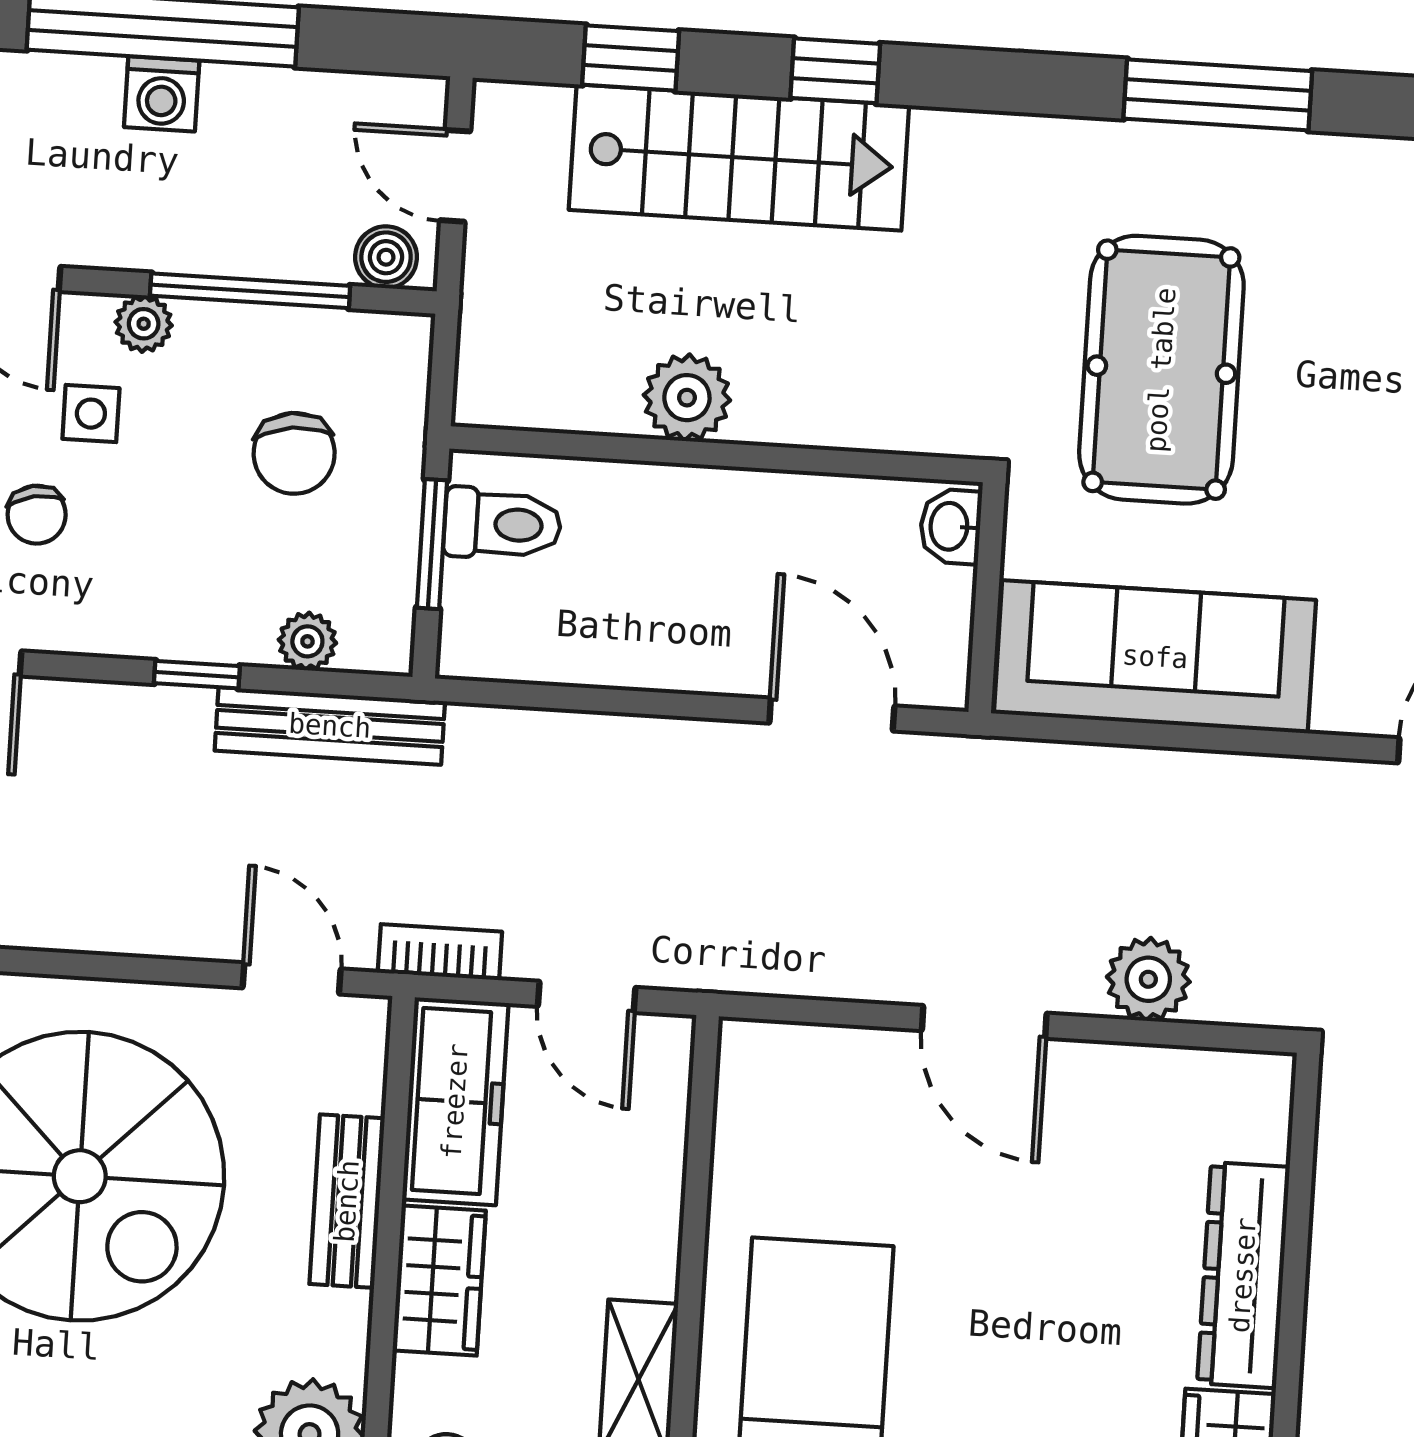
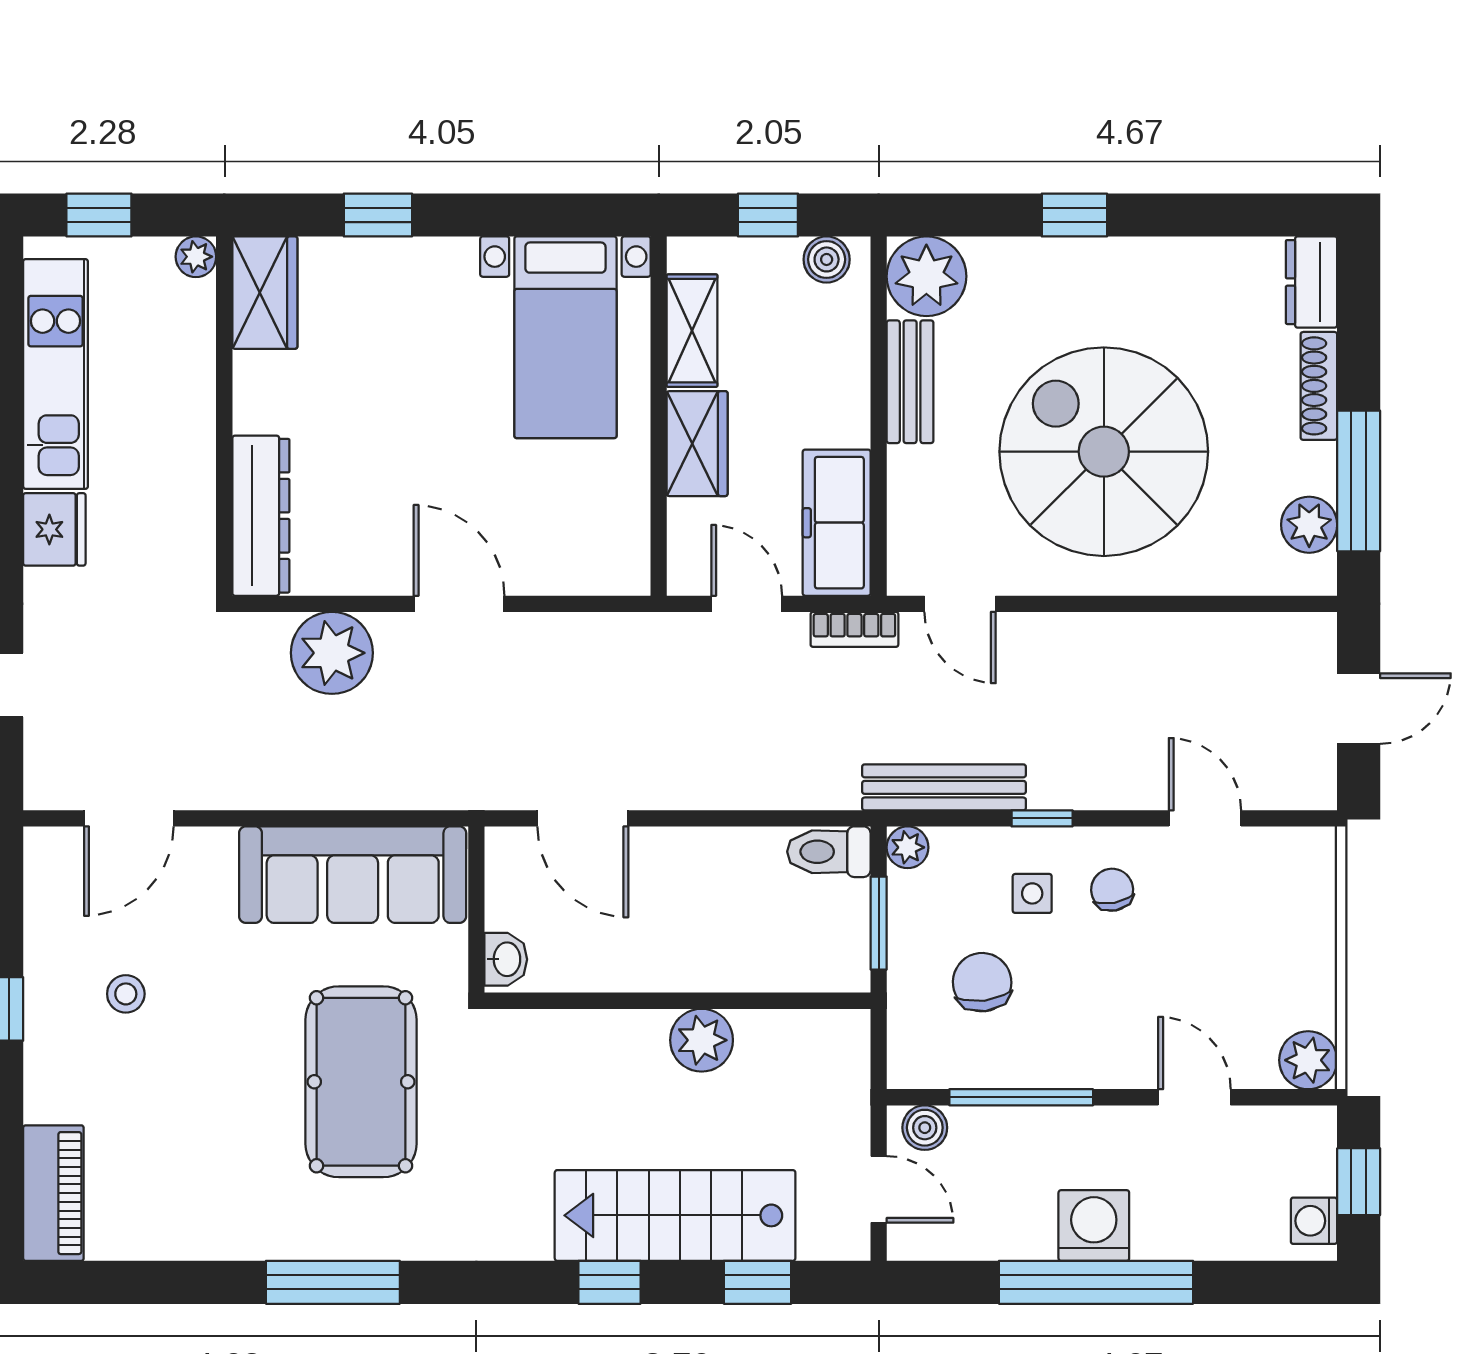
washing machine: (162, 94) -> (1094, 1225), width x1.38, depth x1.38
plant: (144, 324) -> (1096, 1069), removed
side table: (91, 414) -> (1032, 893), moved
chair: (37, 515) -> (1112, 890), moved
toilet: (502, 524) -> (829, 852), moved
plant: (307, 641) -> (908, 847), moved
plant: (1148, 979) -> (332, 653), width x1.36, depth x1.36
bench: (347, 1201) -> (910, 382), moved
dresser: (1243, 1275) -> (261, 516), moved
wardrobe: (439, 1281) -> (697, 444), moved, turned 180

